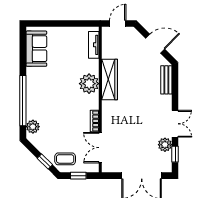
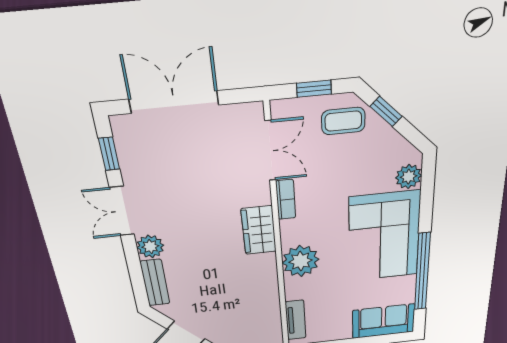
sofa: (36, 49) -> (383, 321), moved, turned 90
wardrobe: (109, 79) -> (259, 230), moved, width x0.67
corner sofa: (44, 93) -> (384, 237), added
window: (23, 101) -> (422, 272), moved
plant: (165, 145) -> (150, 246), moved

